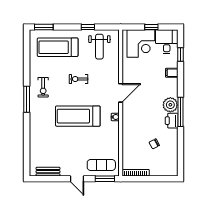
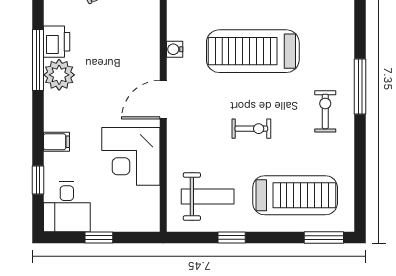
corner desk: (141, 44) -> (131, 156), moved, turned -90
weight bench: (99, 47) -> (208, 197), turned 90
treadmill: (78, 116) -> (253, 51), turned 180

